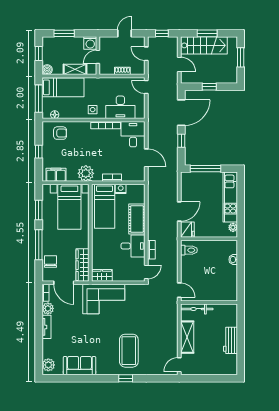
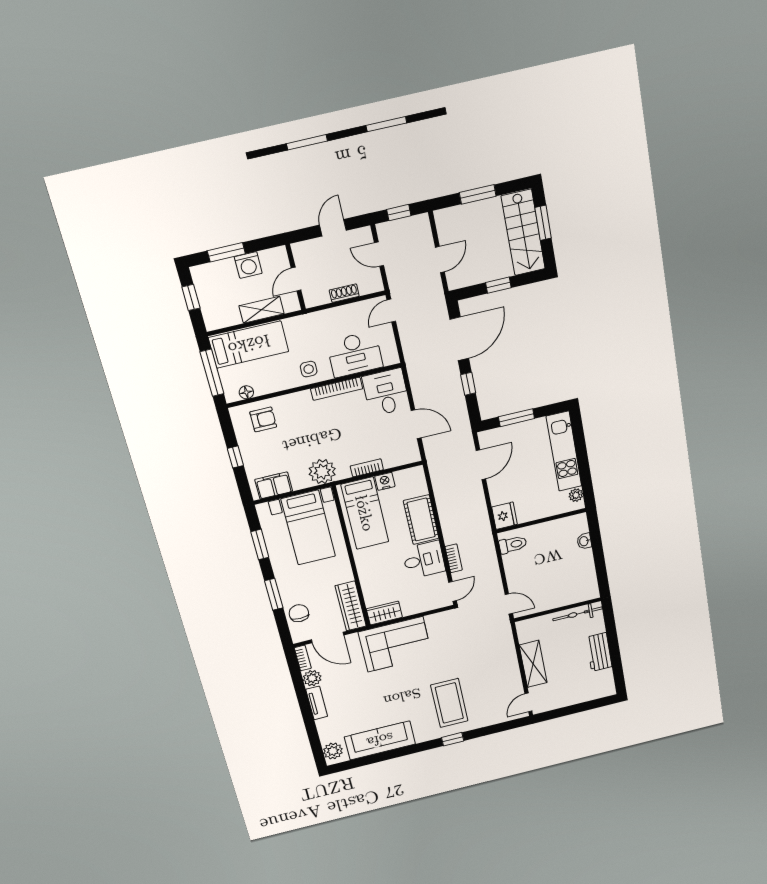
washing machine: (90, 43) -> (248, 265), moved
stairs: (204, 45) -> (523, 233), moved, turned 90
door: (179, 64) -> (440, 259), hinge flipped
boiler: (47, 70) -> (213, 321), removed
door: (146, 87) -> (391, 311), hinge flipped
window: (206, 169) -> (516, 418), width x0.69
door: (179, 211) -> (481, 465), moved
window: (39, 245) -> (274, 594), width x0.69
bicycle: (197, 309) -> (578, 614), moved
sofa: (80, 366) -> (380, 740), width x1.36

